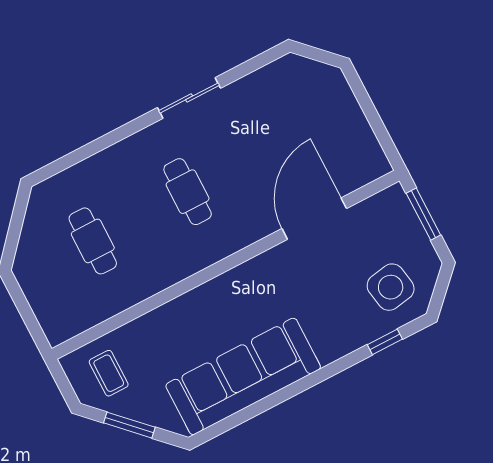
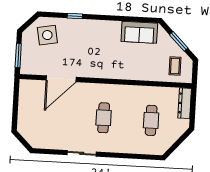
dresser: (48, 312) -> (185, 103), added
window: (385, 342) -> (75, 16), moved
sofa: (243, 376) -> (139, 32), width x0.54, depth x0.79

